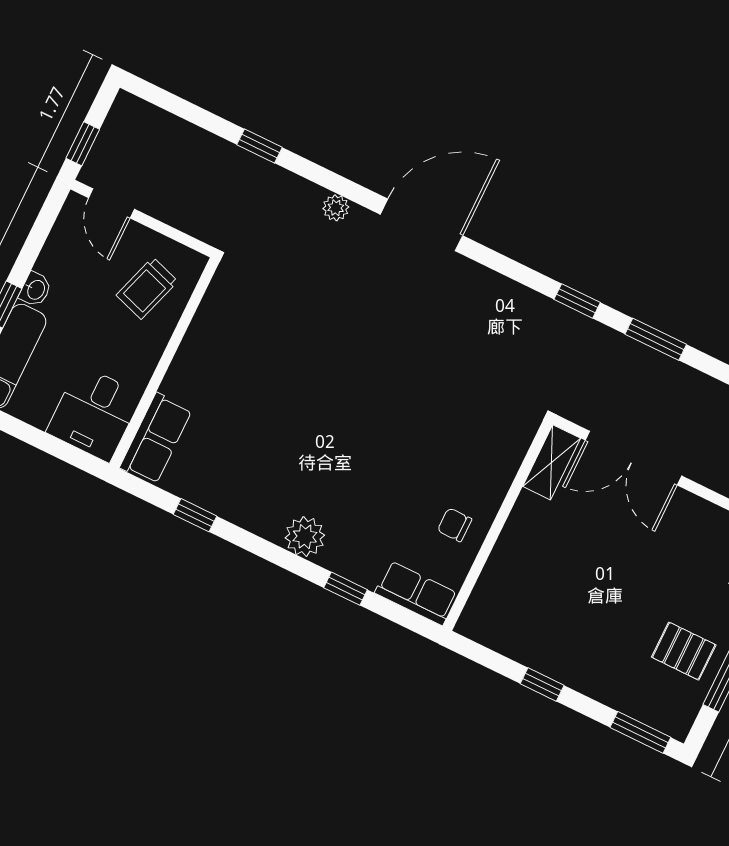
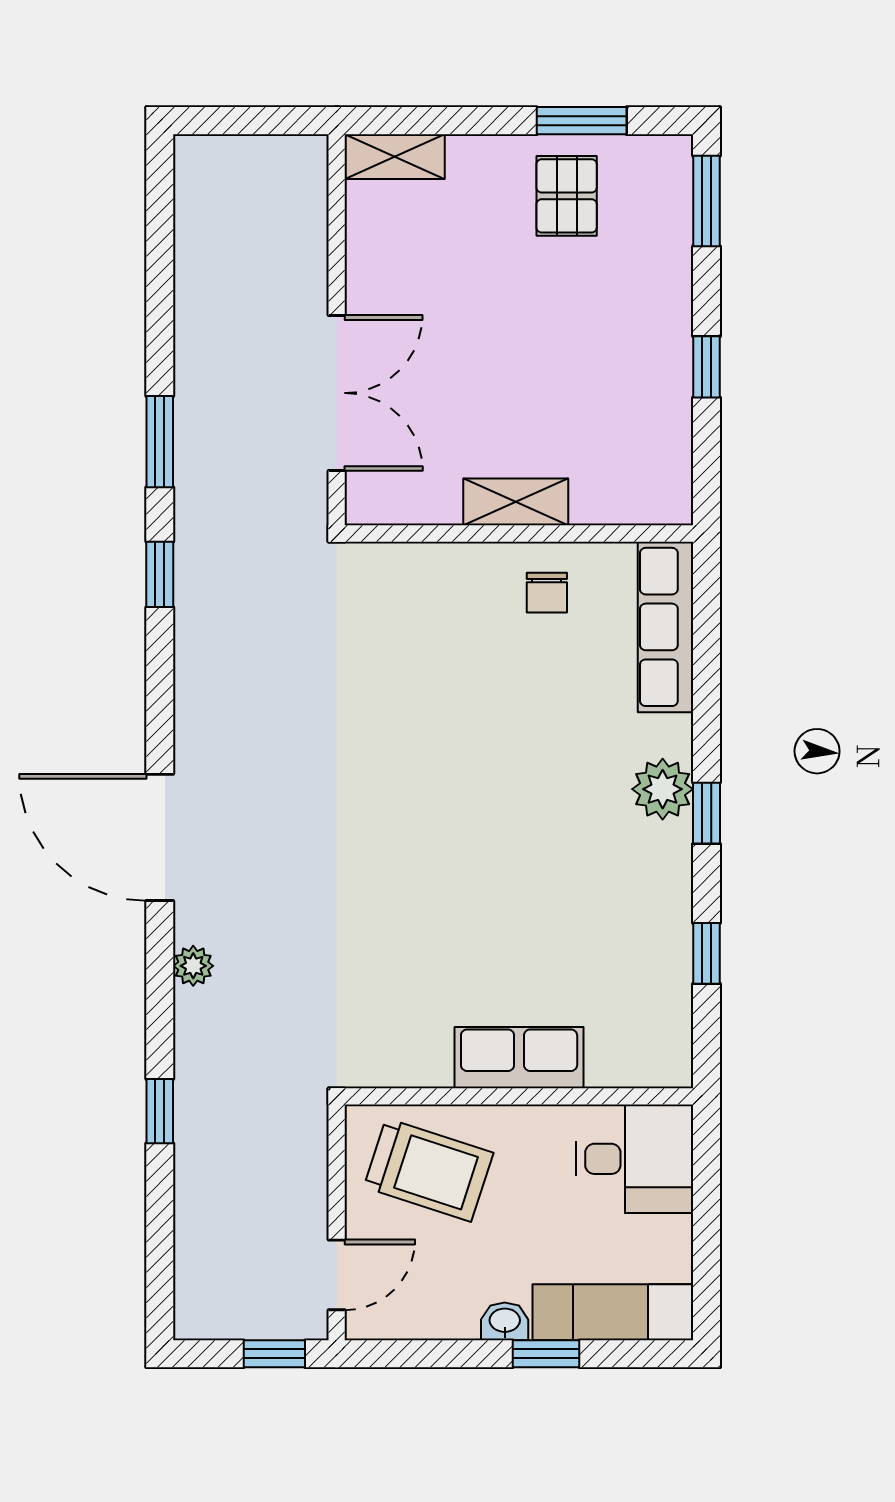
trolley: (147, 288) -> (429, 1170), width x1.36, depth x1.39
row of seats: (156, 439) -> (519, 1058), moved
shelving: (552, 462) -> (516, 502), moved
window: (346, 589) -> (707, 813), moved
row of seats: (416, 593) -> (666, 627), width x1.48

